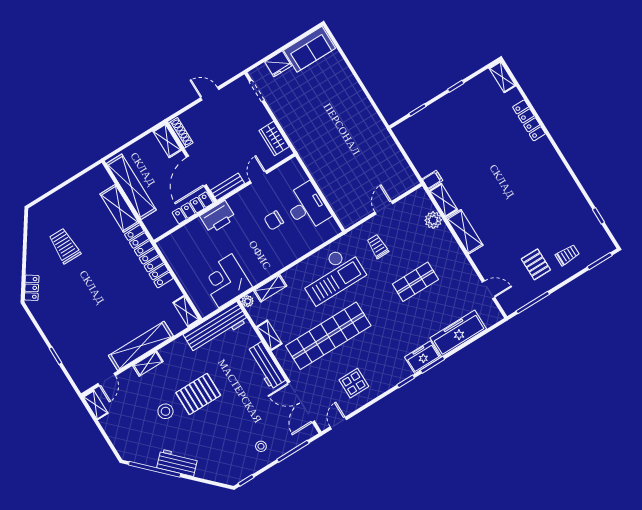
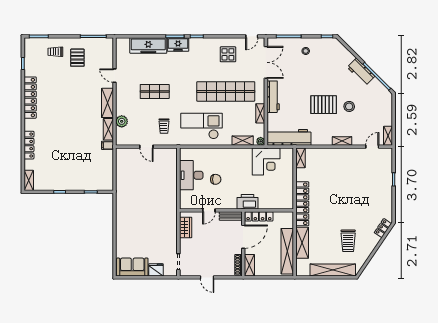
locker: (564, 180) -> (30, 98), added
door: (384, 208) -> (146, 147), hinge flipped
door: (489, 290) -> (115, 76), moved
shelving: (141, 346) -> (333, 270), moved

